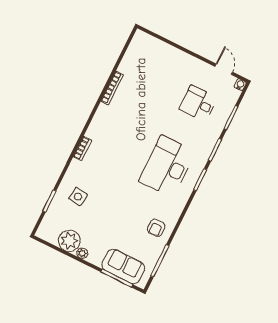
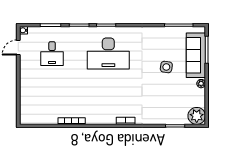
side table: (78, 197) -> (166, 67), moved
armchair: (156, 228) -> (156, 40), removed
plant: (69, 241) -> (197, 116), moved
sofa: (123, 266) -> (196, 55), width x1.36

